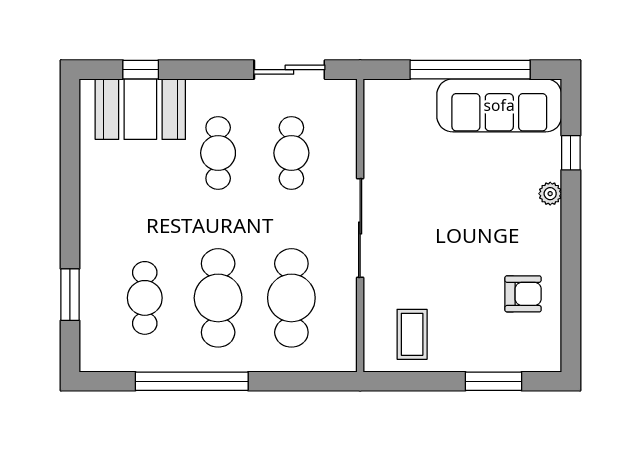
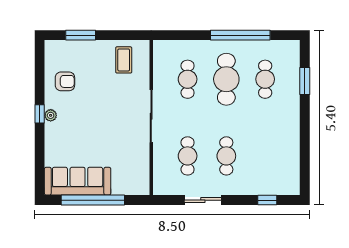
sliding door: (289, 70) -> (203, 200), moved
booth: (140, 109) -> (267, 179), removed
window: (571, 153) -> (40, 114), moved
plant: (550, 194) -> (51, 115), moved
armchair: (523, 294) -> (65, 81), turned 180
cafe table: (291, 298) -> (188, 79), width x0.73, depth x0.74

